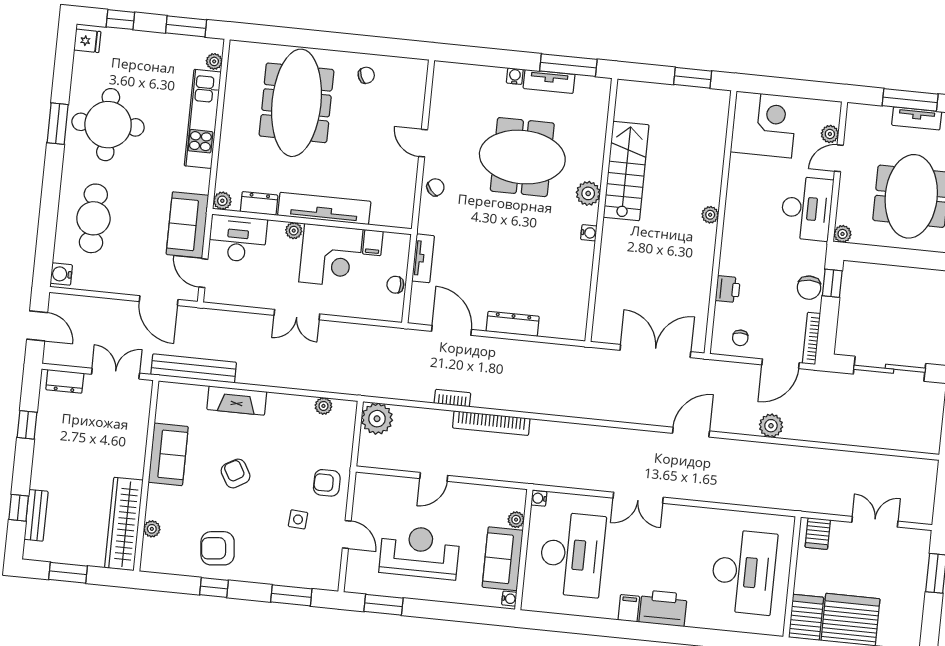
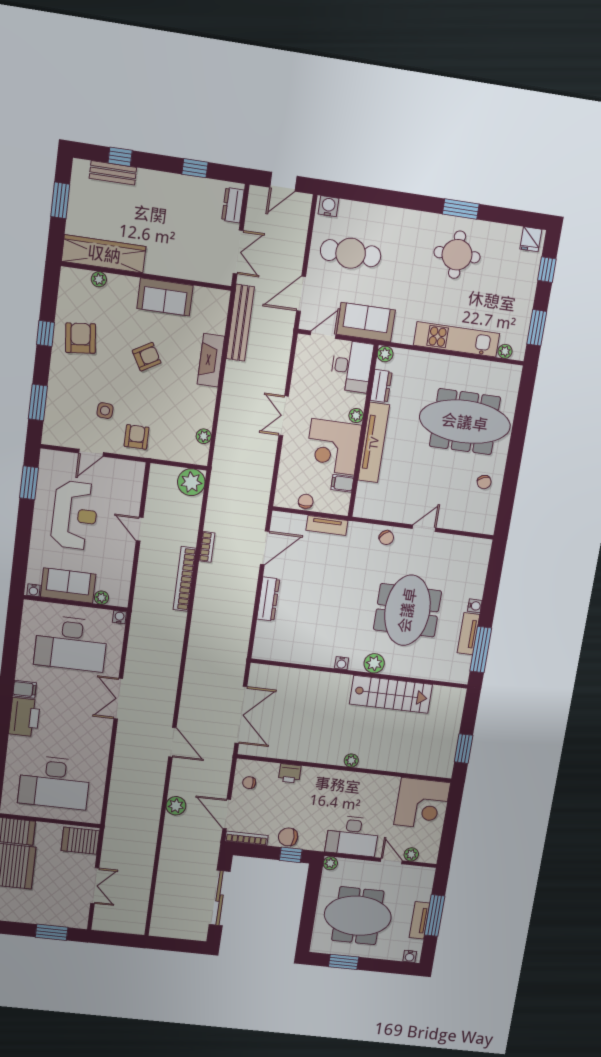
round table: (108, 125) -> (457, 255), width x0.73, depth x0.73
cafe table: (93, 218) -> (351, 253), moved
server rack: (818, 534) -> (80, 841), width x1.36, depth x1.44

